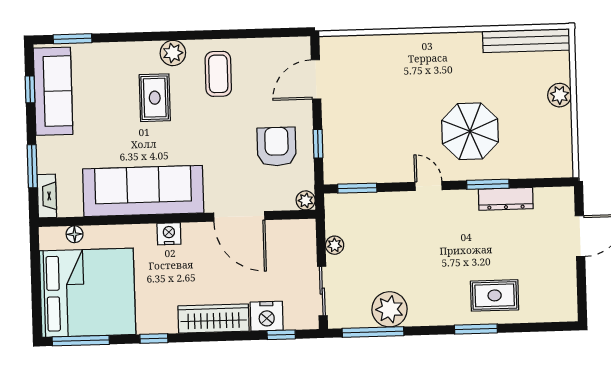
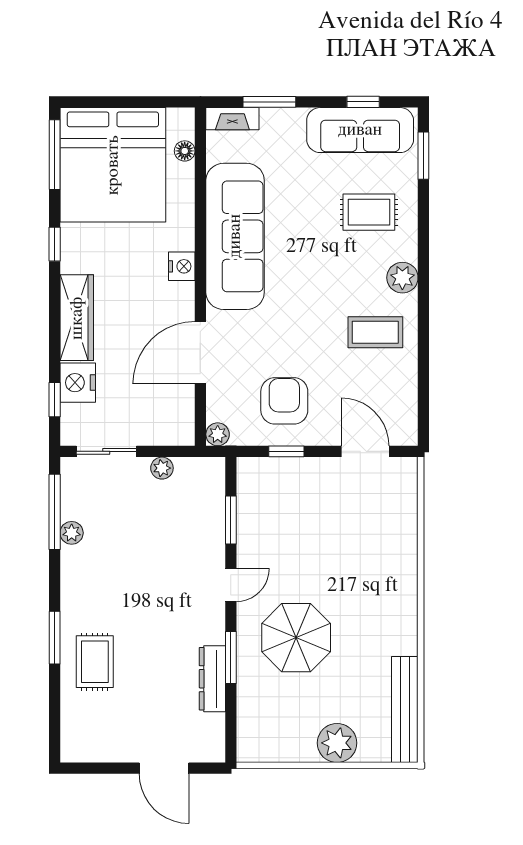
plant: (560, 95) -> (337, 743), width x1.36, depth x1.36
rug: (155, 98) -> (369, 212), moved
armchair: (277, 147) -> (284, 401), turned -90
window: (357, 188) -> (231, 520), moved
plant: (390, 309) -> (72, 533), width x0.53, depth x0.53

